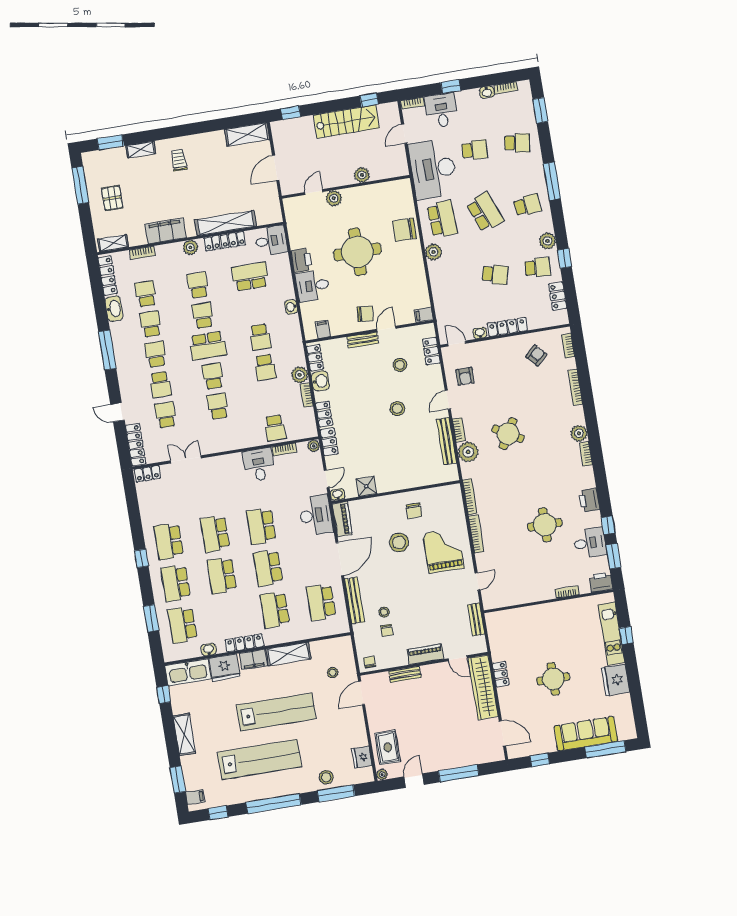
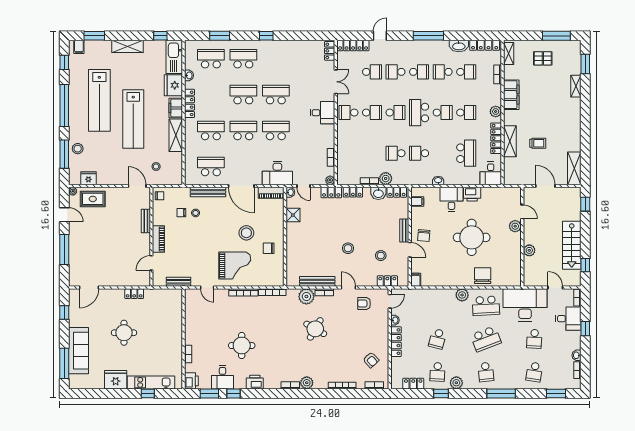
trolley: (179, 160) -> (538, 143), moved
shelving: (226, 223) -> (510, 141), width x0.68
school desk: (151, 324) -> (443, 72), turned 180
school desk: (275, 428) -> (348, 113), moved
desk: (259, 465) -> (323, 113), moved
school desk: (169, 541) -> (276, 59), removed
wardrobe: (483, 687) -> (126, 279), removed

